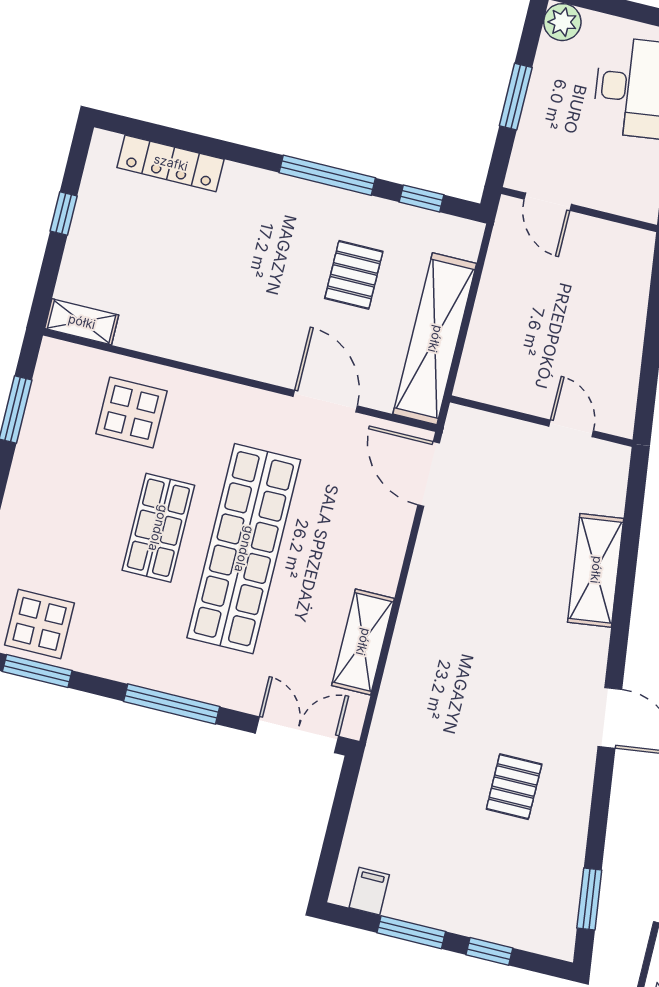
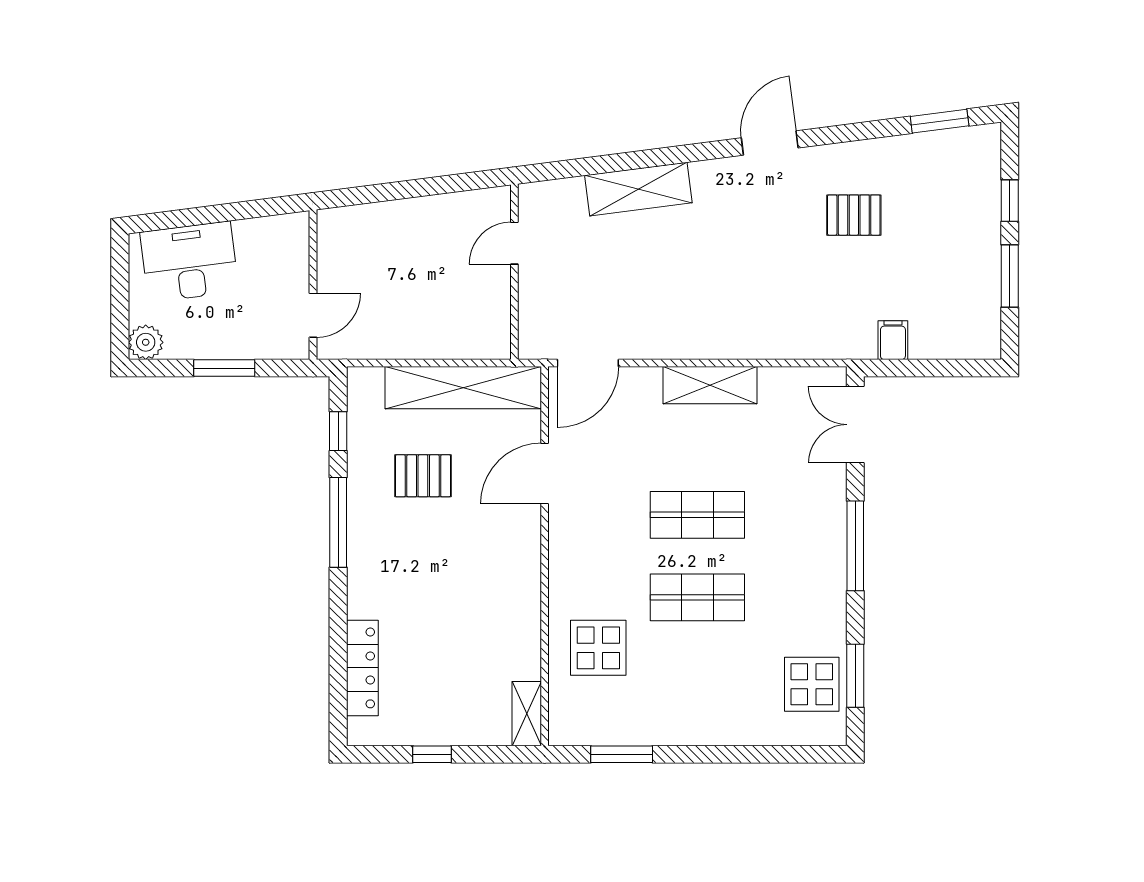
shop shelf: (244, 549) -> (697, 515), width x0.50, depth x0.74
shelving: (363, 642) -> (710, 385), moved
filing cabinet: (369, 891) -> (893, 340), moved, turned 90

